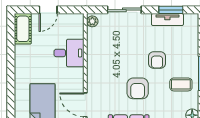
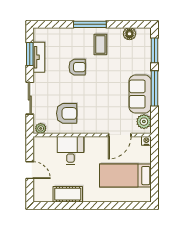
cot: (23, 29) -> (68, 194), moved
armchair: (138, 88) -> (67, 113), moved

